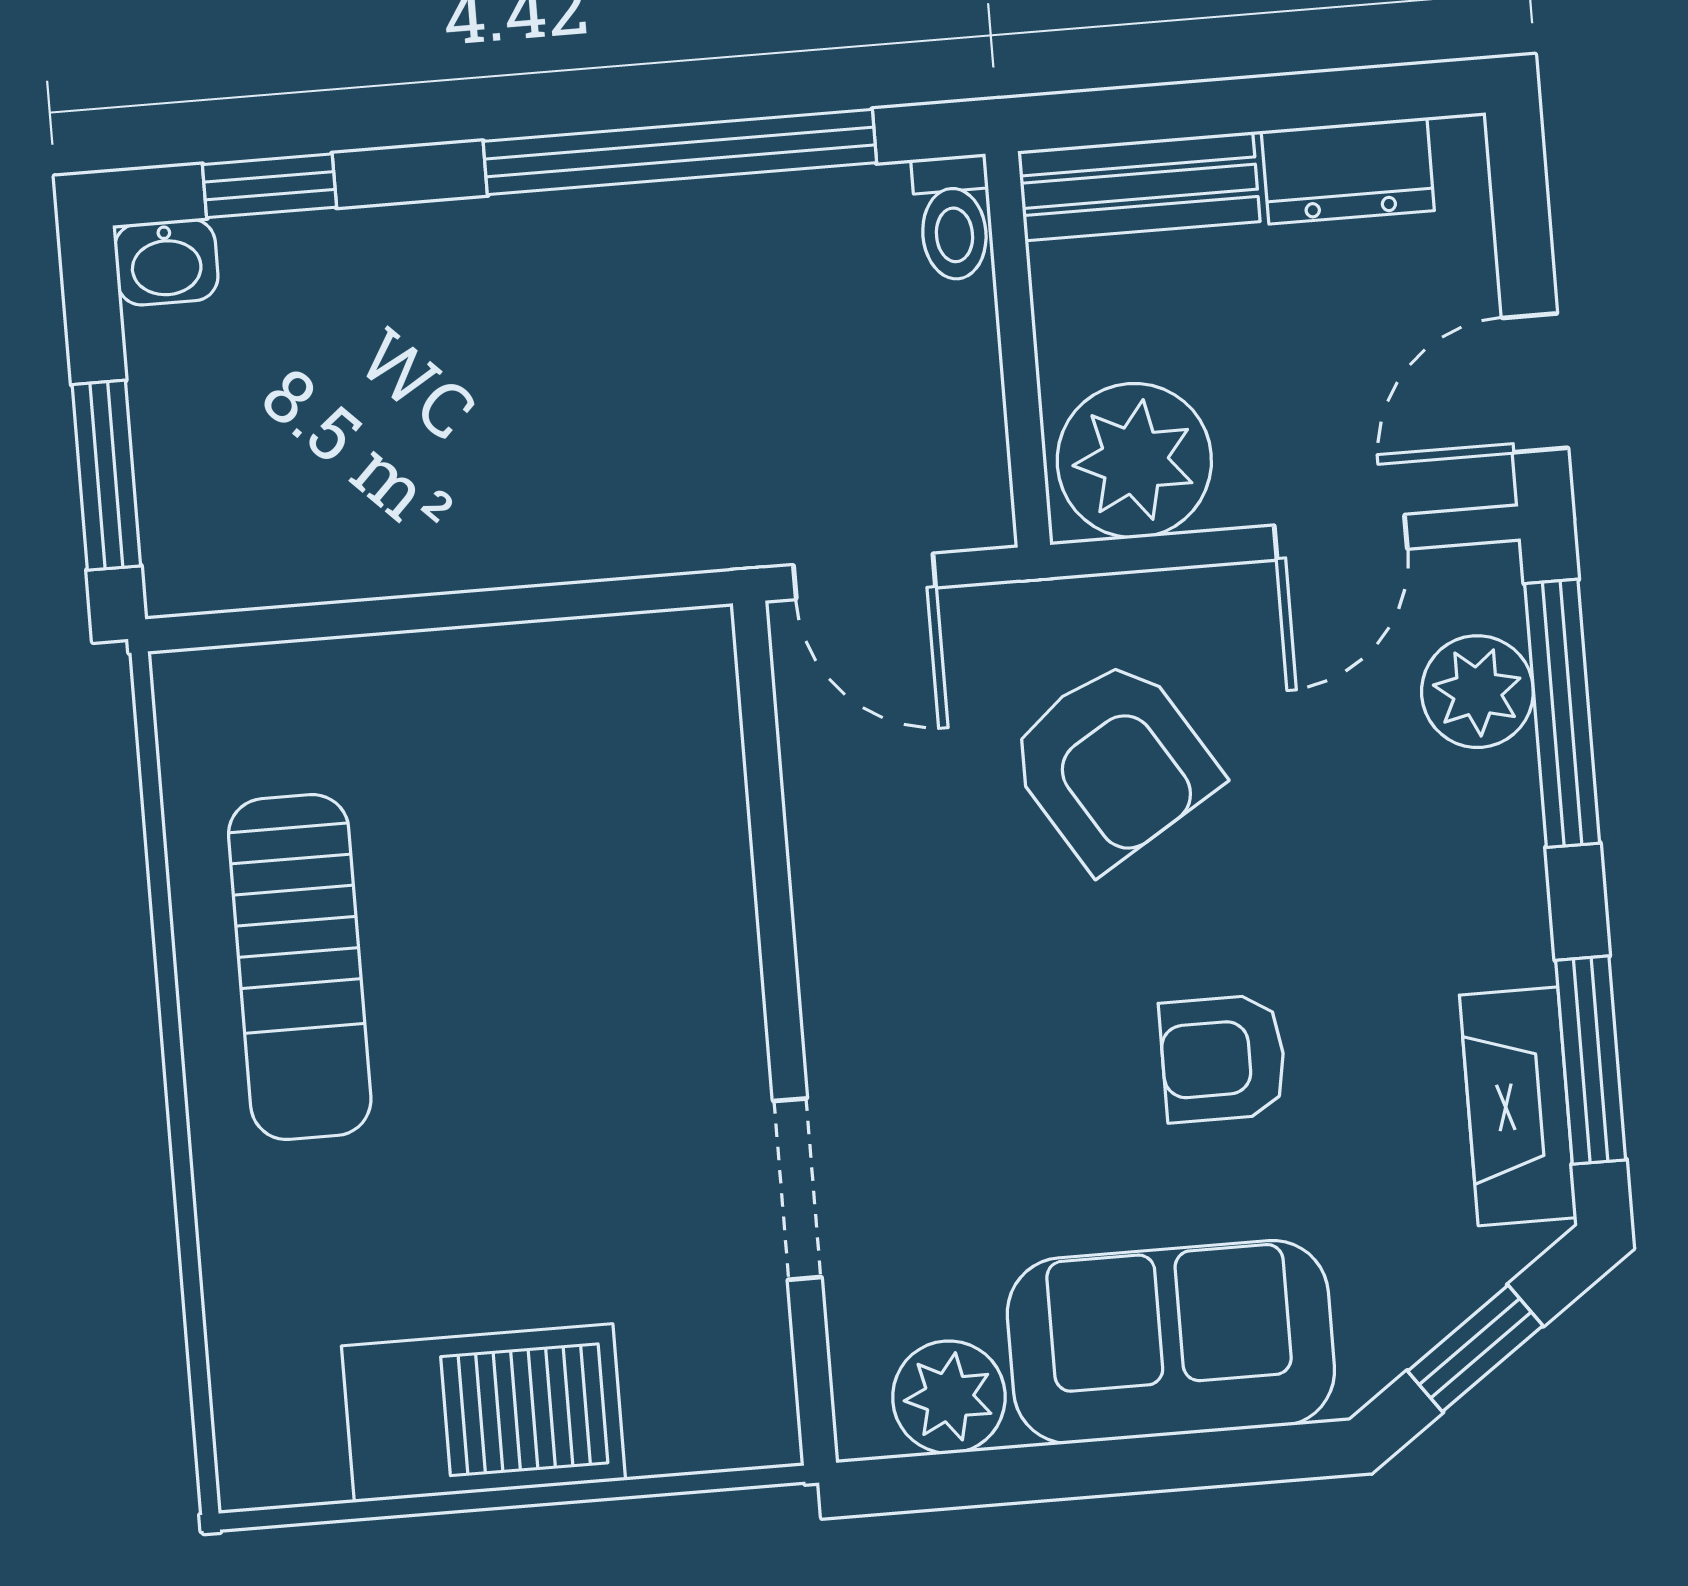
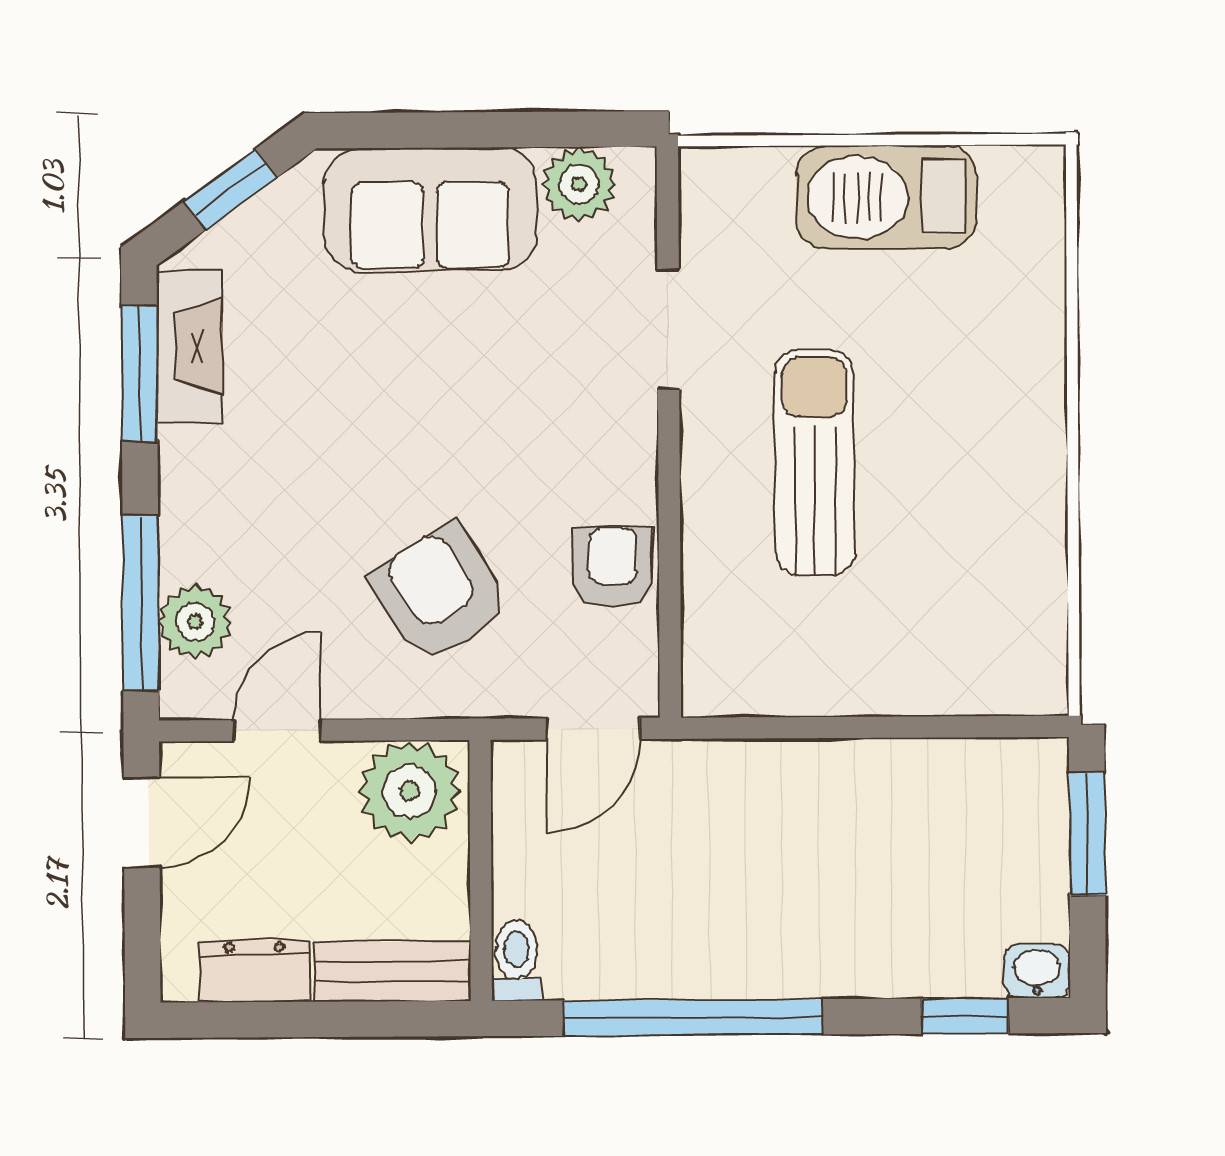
door: (865, 576) -> (593, 729), swing flipped
sun lounger: (300, 967) -> (815, 463), moved
armchair: (1223, 1058) -> (612, 567), moved, turned -90

